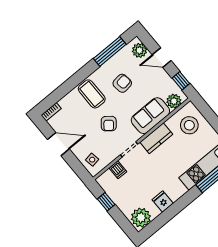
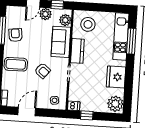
plant: (139, 50) -> (45, 14), moved
armchair: (122, 83) -> (15, 35), moved
dishwasher: (118, 170) -> (74, 106), moved
fridge: (163, 202) -> (116, 77), width x1.88, depth x1.34

